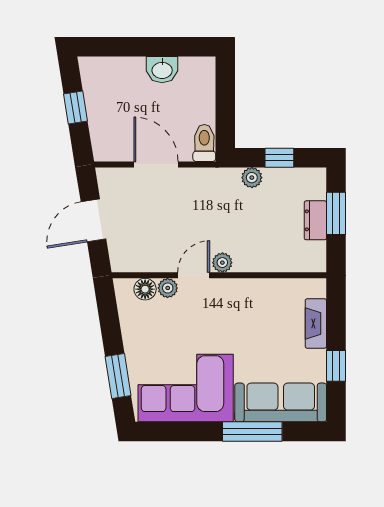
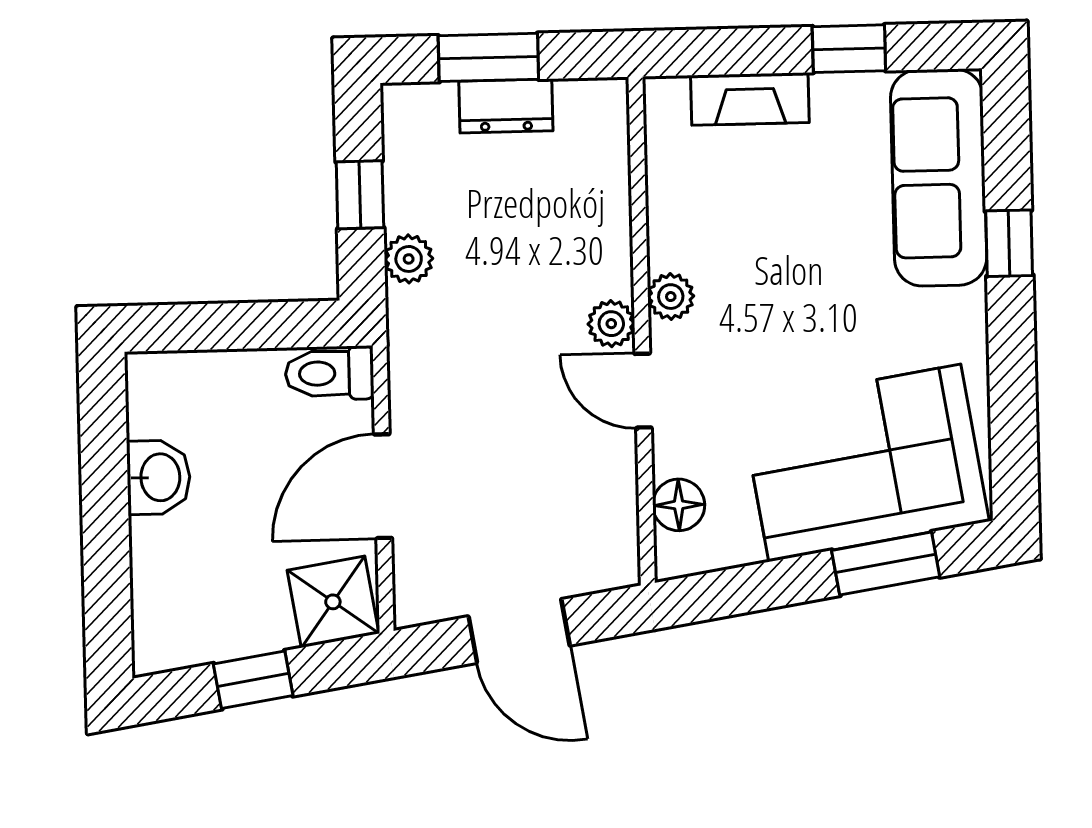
shower: (108, 142) -> (333, 602), added
plant: (168, 288) -> (671, 297), moved
corner sofa: (186, 388) -> (865, 463), moved, turned 81
window: (252, 432) -> (1009, 243), width x0.46

